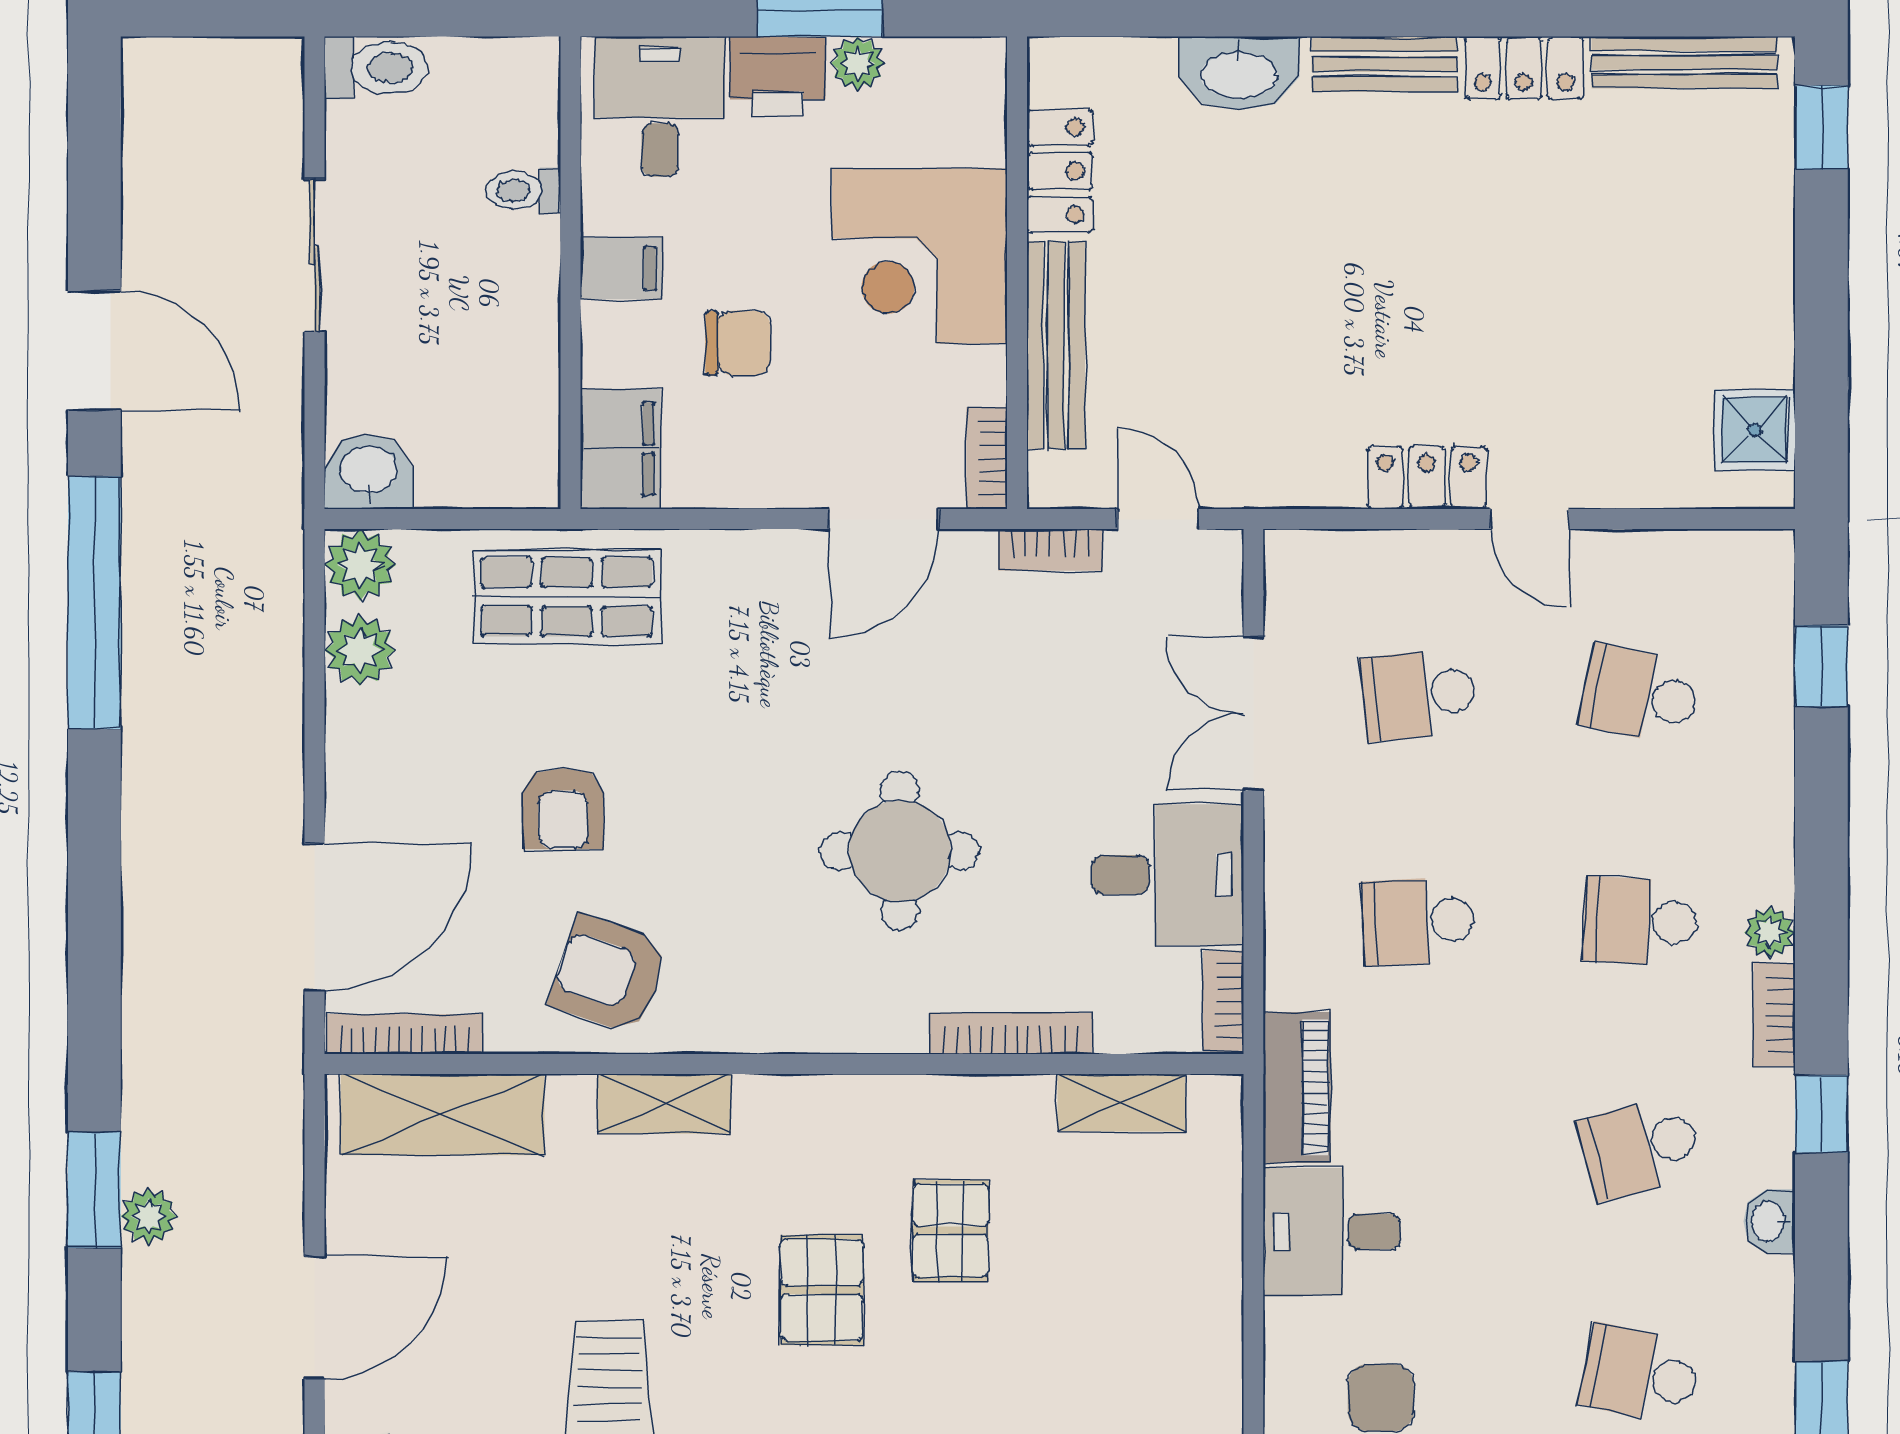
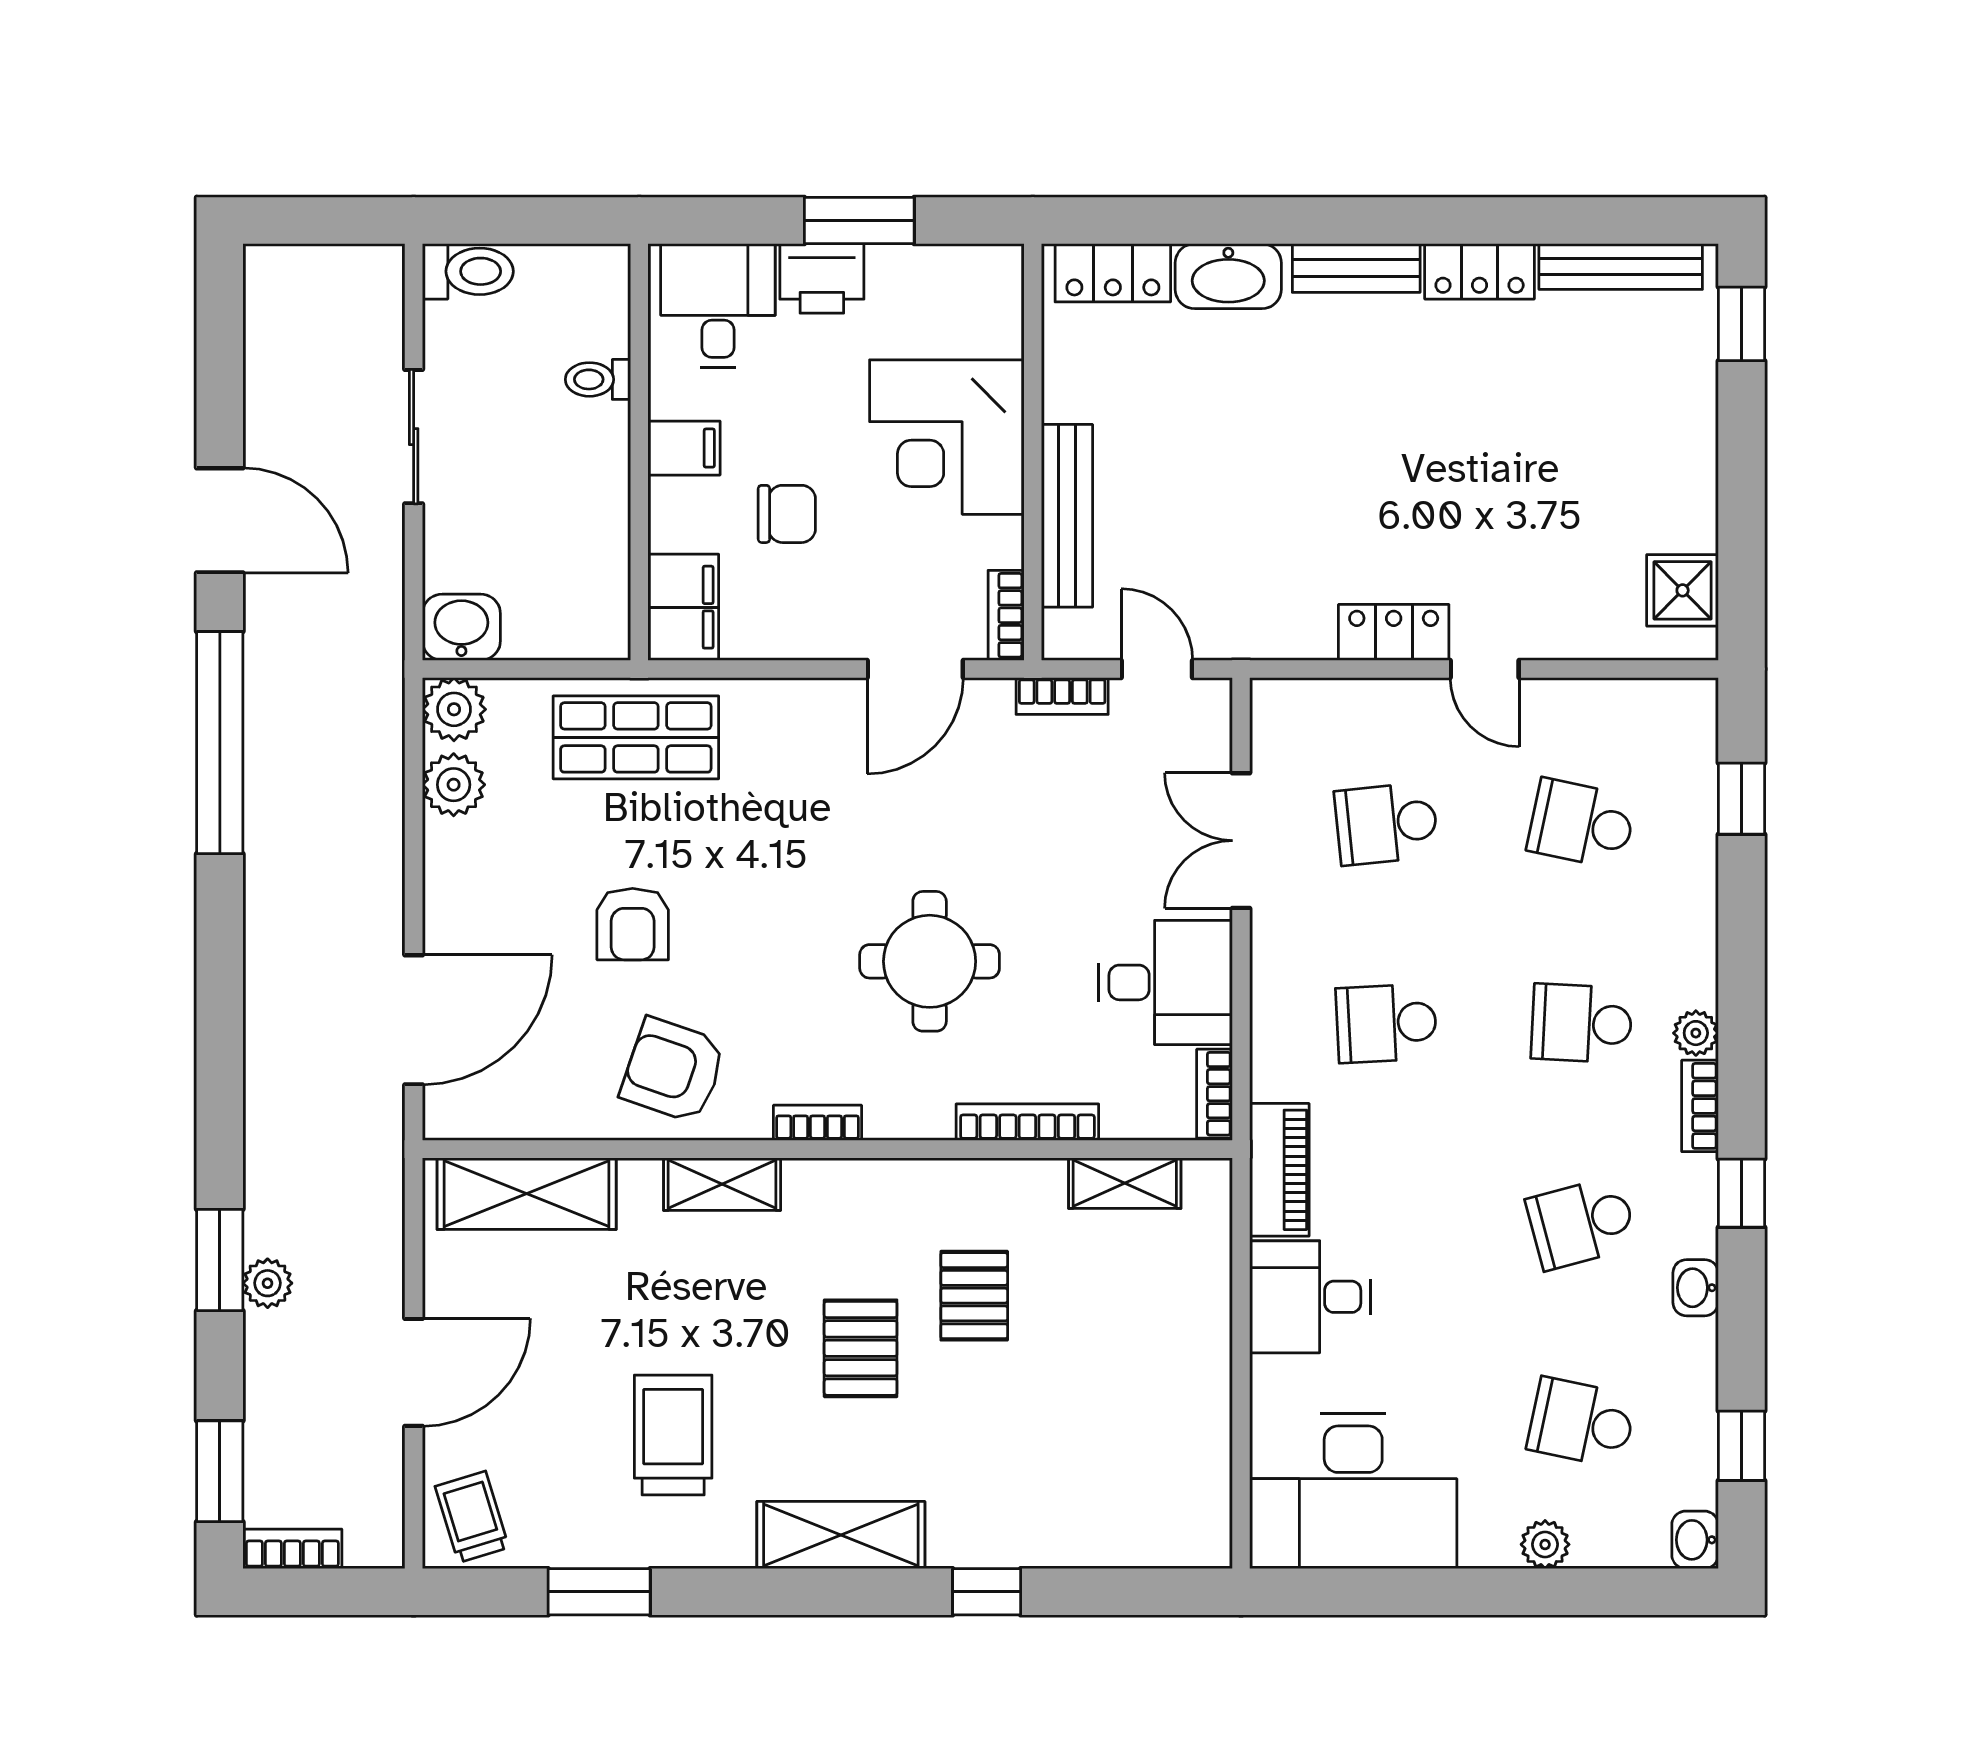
plant: (858, 63) -> (892, 267), removed
locker: (1060, 171) -> (1113, 273), moved, turned 90
bookcase: (405, 1034) -> (818, 1123), moved, width x0.64

